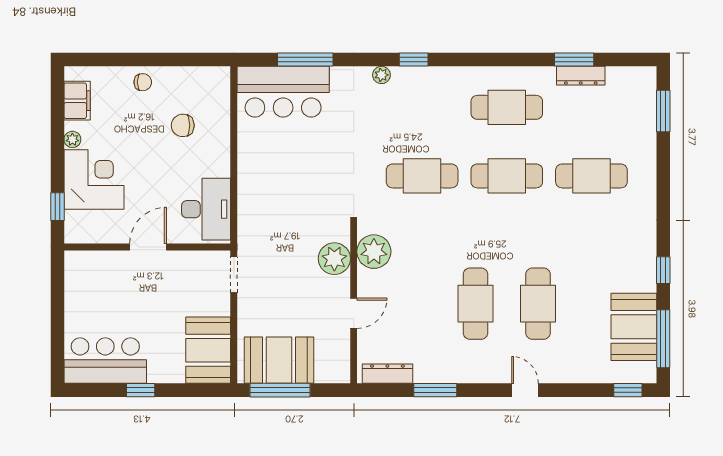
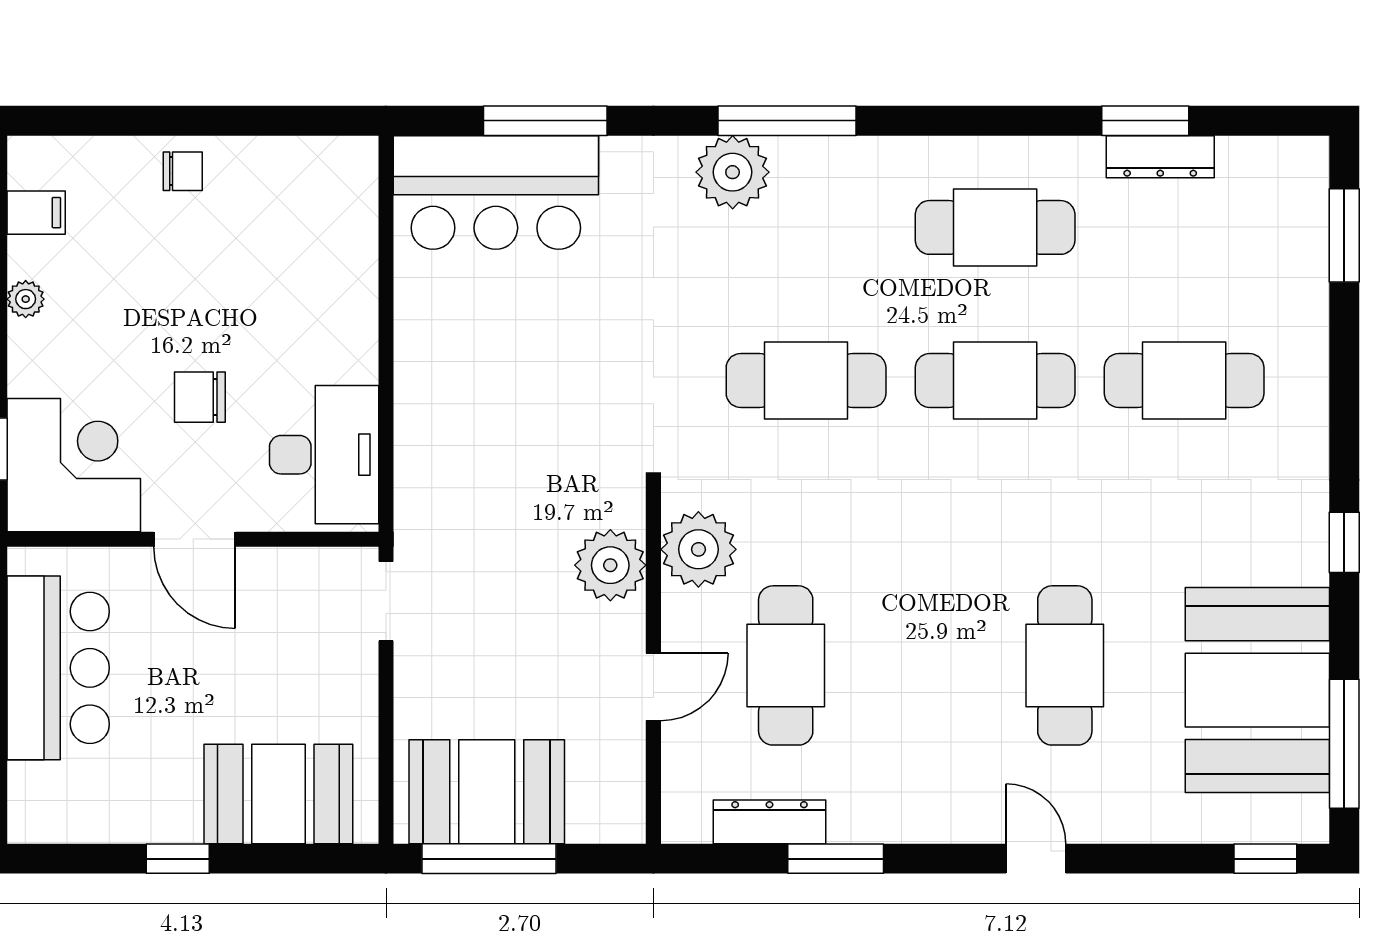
window: (414, 60) -> (787, 121), width x2.17
plant: (381, 75) -> (733, 172), width x1.88, depth x1.88
filing cabinet: (77, 101) -> (36, 213), width x0.50
chair: (183, 125) -> (200, 397), moved
corner desk: (94, 179) -> (74, 465), moved
door: (148, 247) -> (195, 539), swing flipped
window: (663, 270) -> (1344, 542), moved
cafe table: (475, 304) -> (786, 665), moved
booth: (634, 327) -> (1257, 690), width x1.36, depth x1.42
booth: (208, 350) -> (278, 794), moved, turned 90
bar counter: (105, 361) -> (58, 668), moved, turned 90
dresser: (387, 374) -> (769, 822), moved

